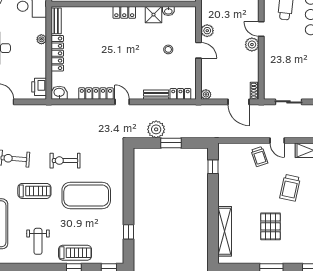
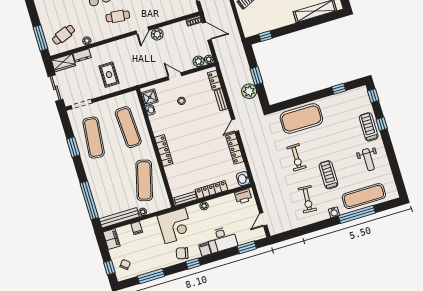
locker: (124, 12) -> (164, 150), width x1.53
shower: (153, 15) -> (150, 97), moved
plant: (207, 31) -> (198, 61), moved
door: (198, 50) -> (175, 76), hinge flipped
door: (239, 102) -> (207, 31), hinge flipped
exercise mat: (86, 196) -> (301, 119), moved, turned 90
weight bench: (38, 241) -> (368, 160), turned 90

